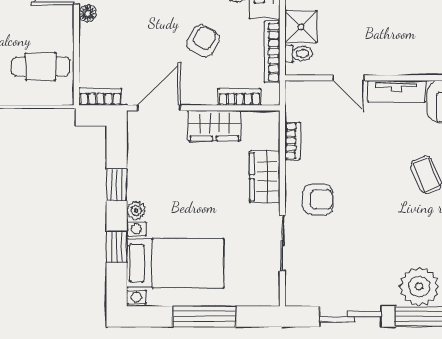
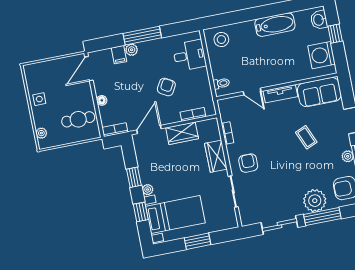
floor lamp: (88, 14) -> (102, 100), moved
shower: (301, 27) -> (220, 68), removed
bookcase: (272, 52) -> (206, 85), removed
armchair: (318, 199) -> (248, 163), turned -90
window: (204, 316) -> (198, 241), width x0.69

